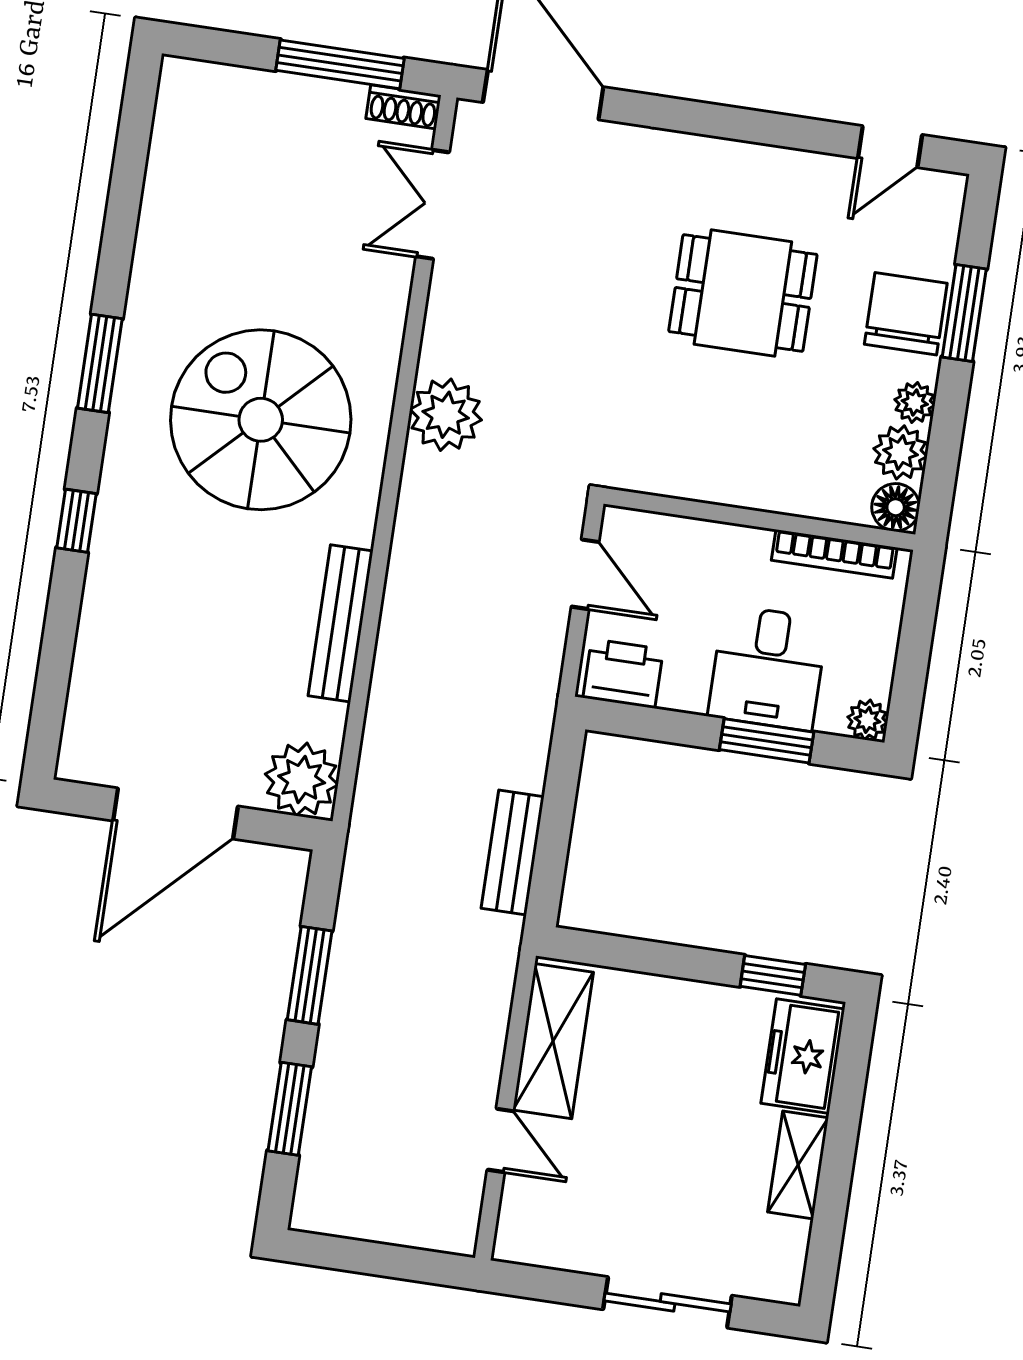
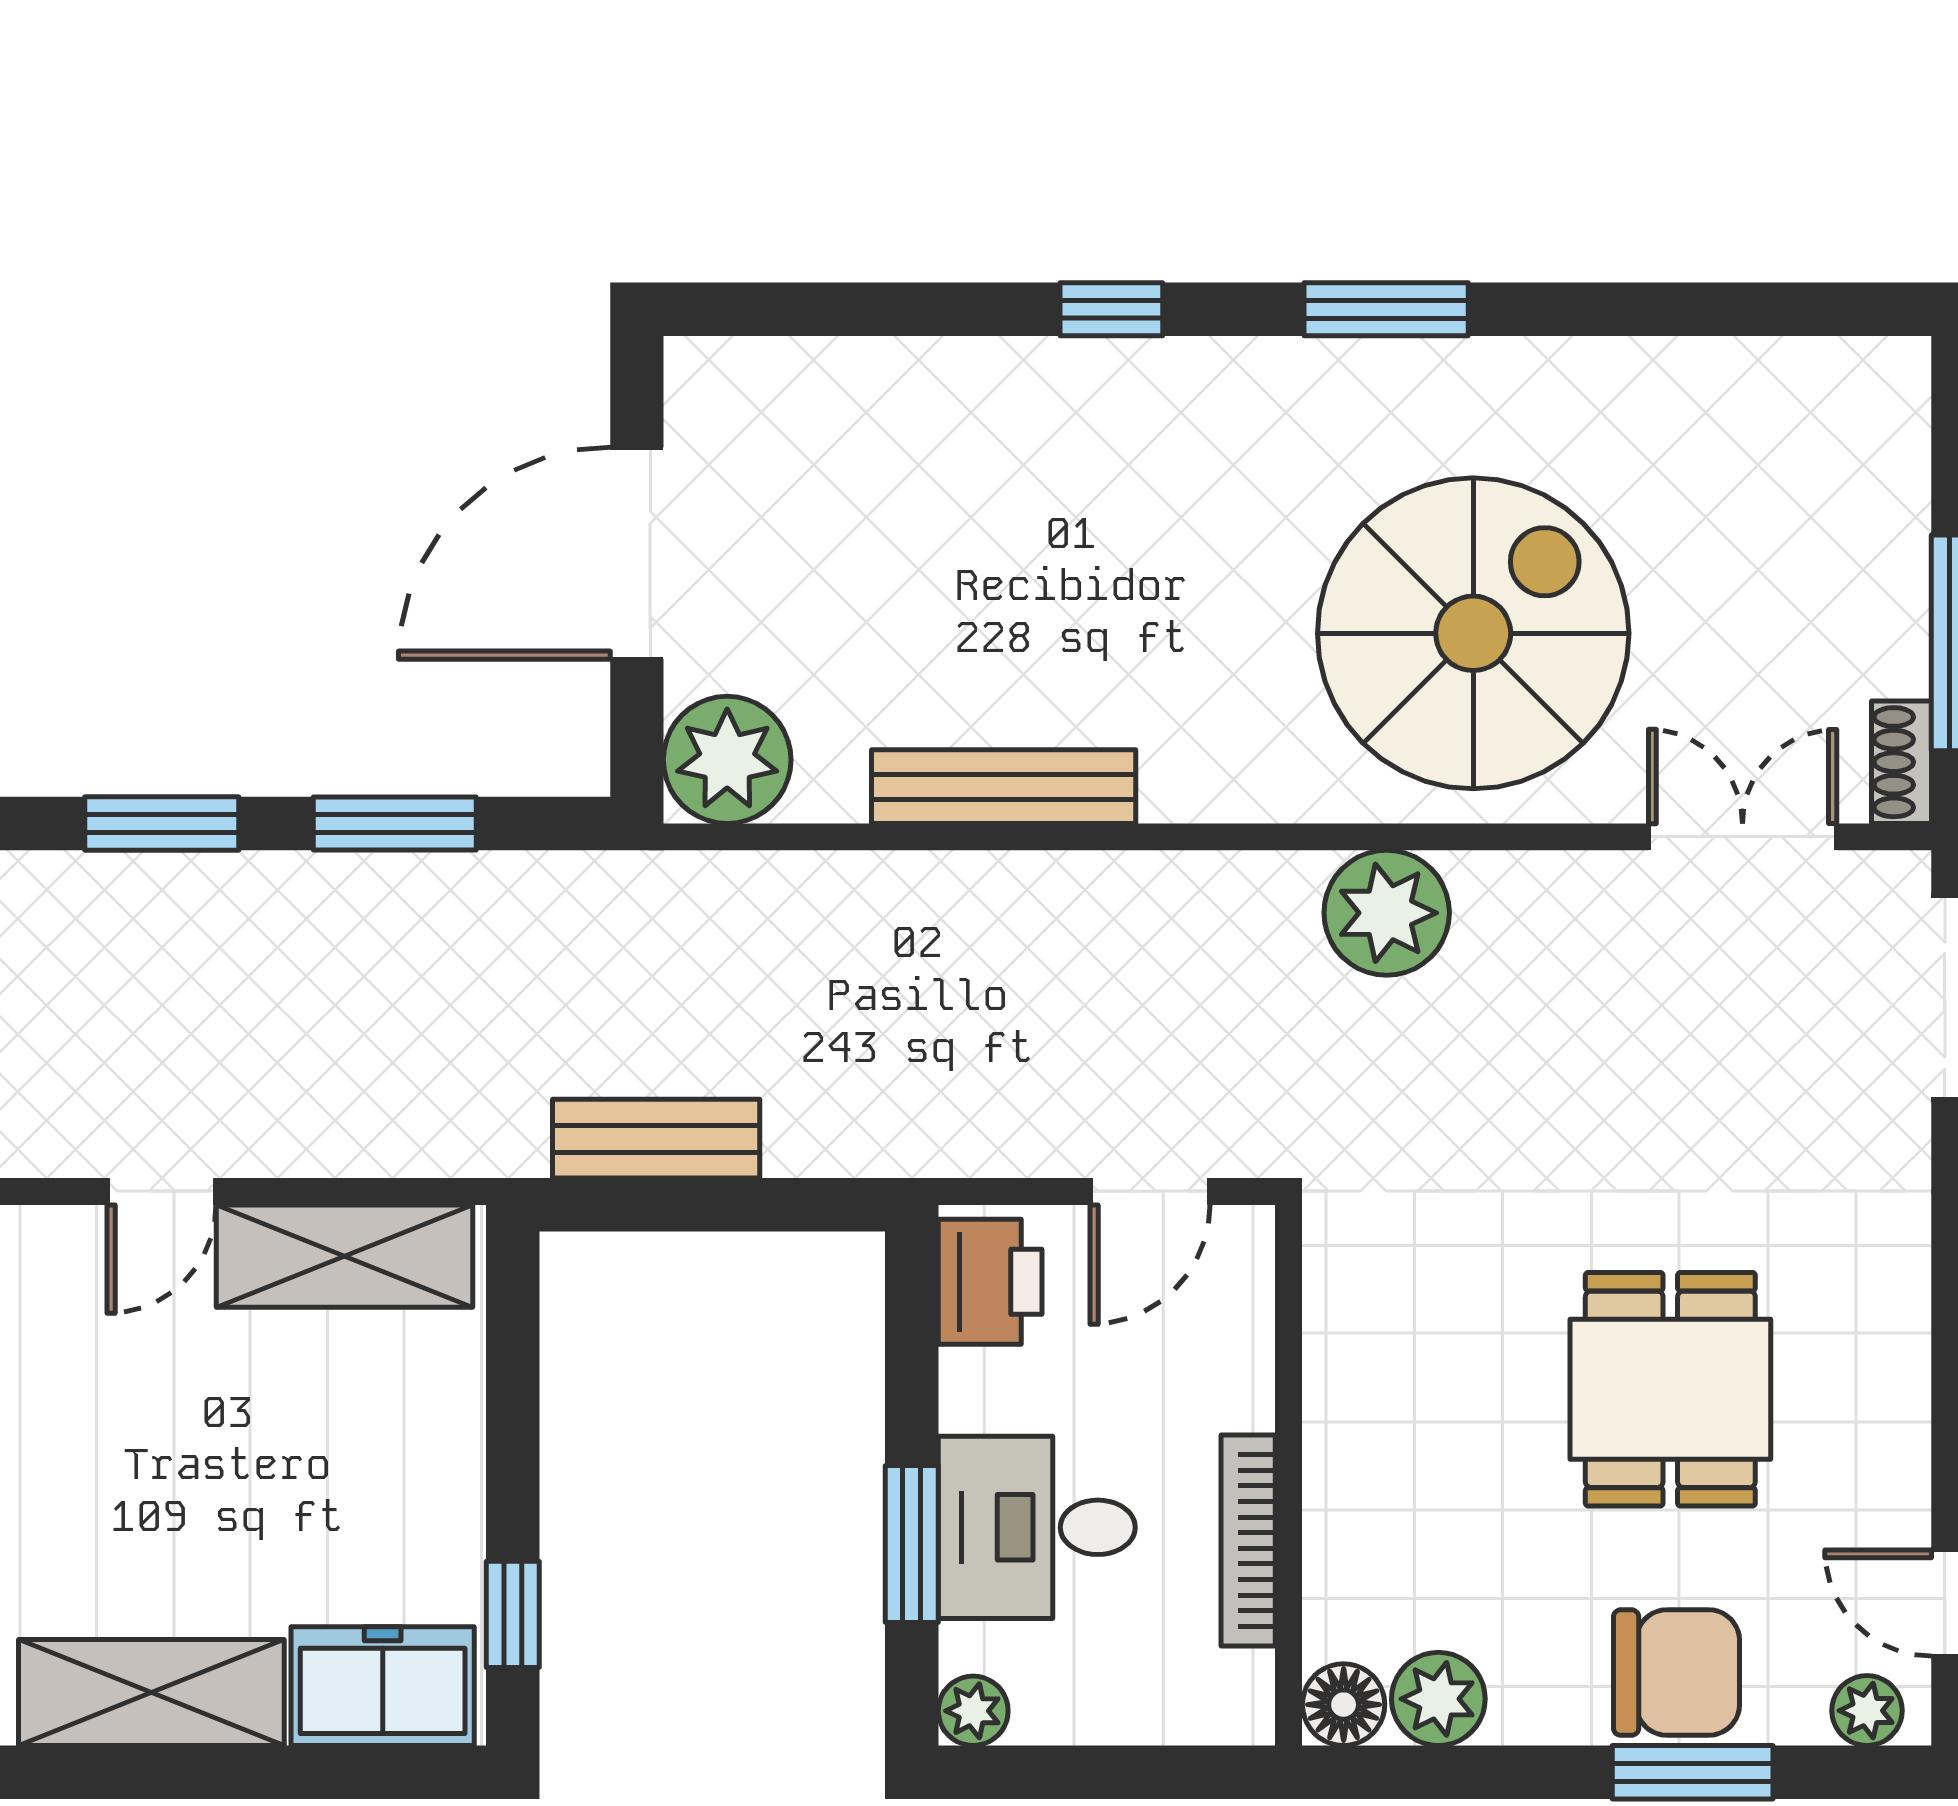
plant: (915, 402) -> (1867, 1711), moved
spiral stairs: (261, 420) -> (1473, 633), moved
bookcase: (834, 554) -> (1248, 1541), moved
door: (176, 813) -> (637, 553), hinge flipped
shelving: (798, 1165) -> (151, 1693), width x1.50, depth x1.33

